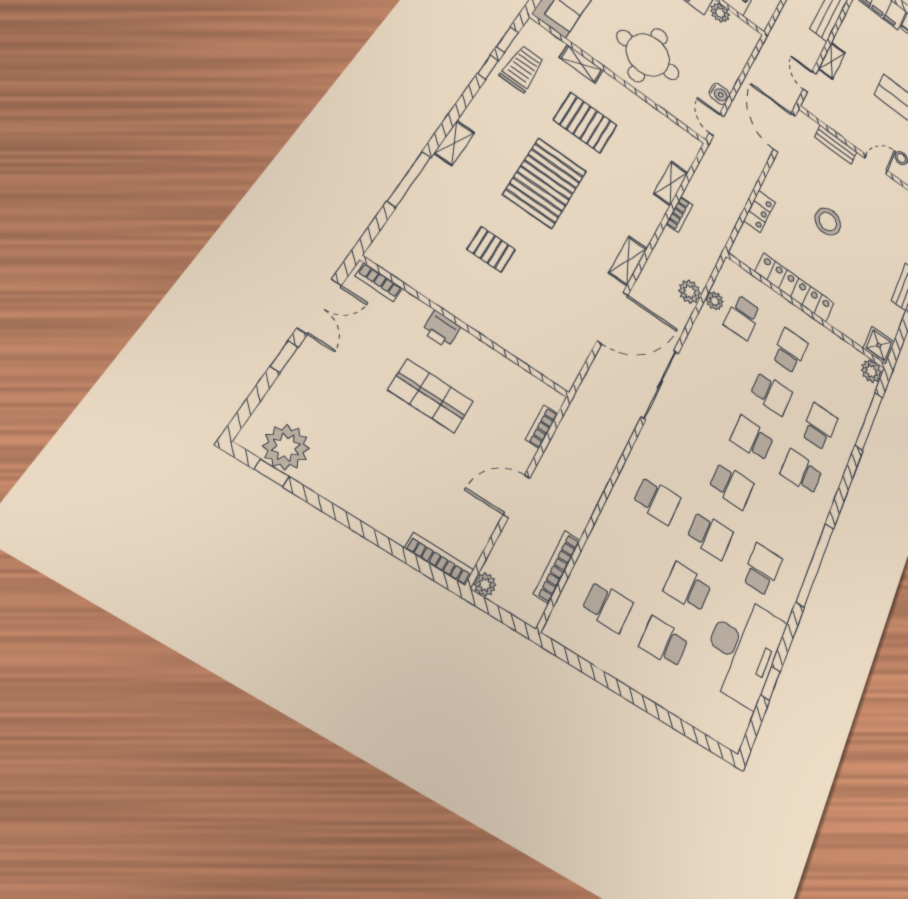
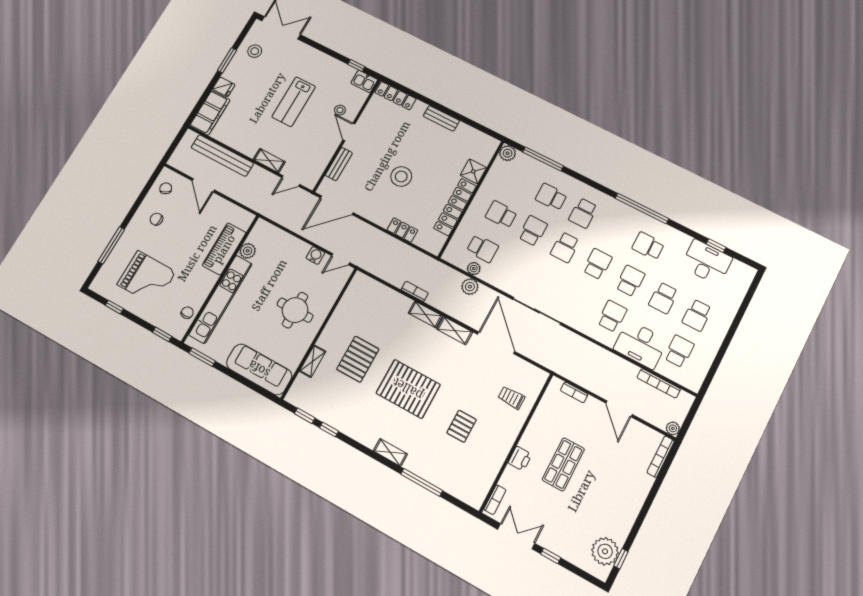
round table: (648, 55) -> (295, 310), width x0.73, depth x0.73
trolley: (522, 69) -> (511, 398), moved, width x0.73, depth x0.72
shelving: (671, 183) -> (425, 314), moved
shower: (879, 345) -> (473, 171), moved
desk: (616, 542) -> (641, 344), added
desk: (743, 649) -> (707, 262), width x0.73, depth x0.77

